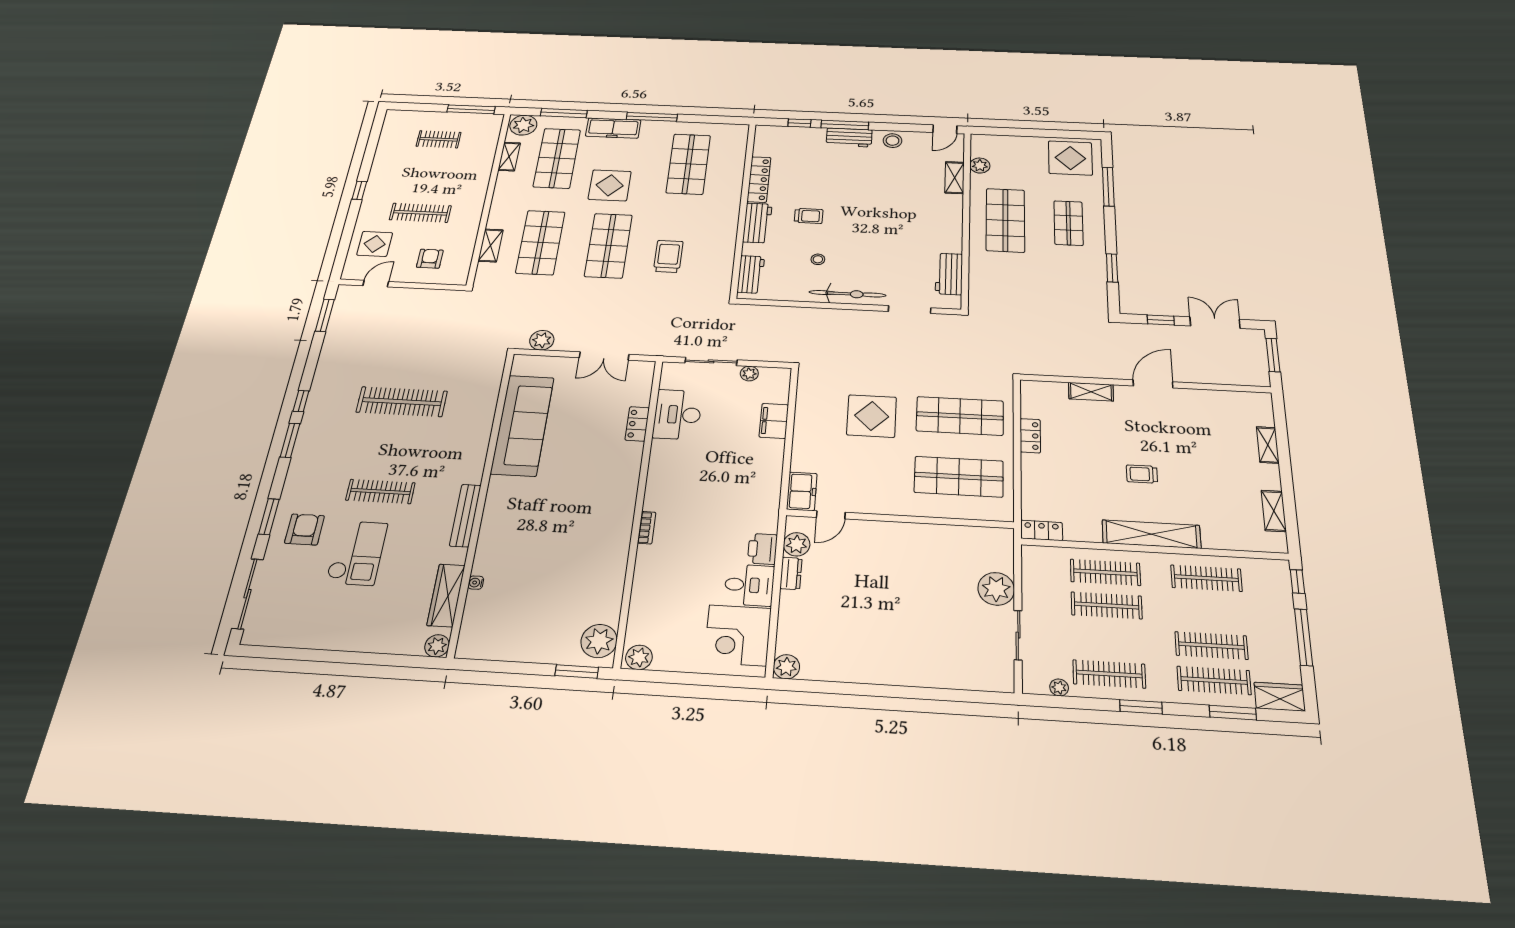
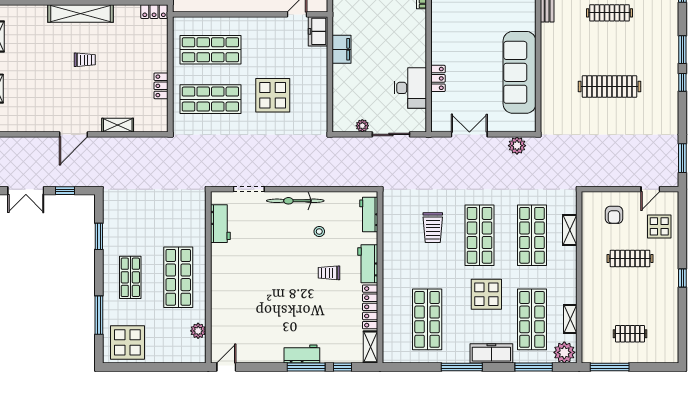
stool: (892, 141) -> (267, 353), removed
shelving: (955, 178) -> (371, 347), moved
filing cabinet: (774, 421) -> (342, 49), moved

